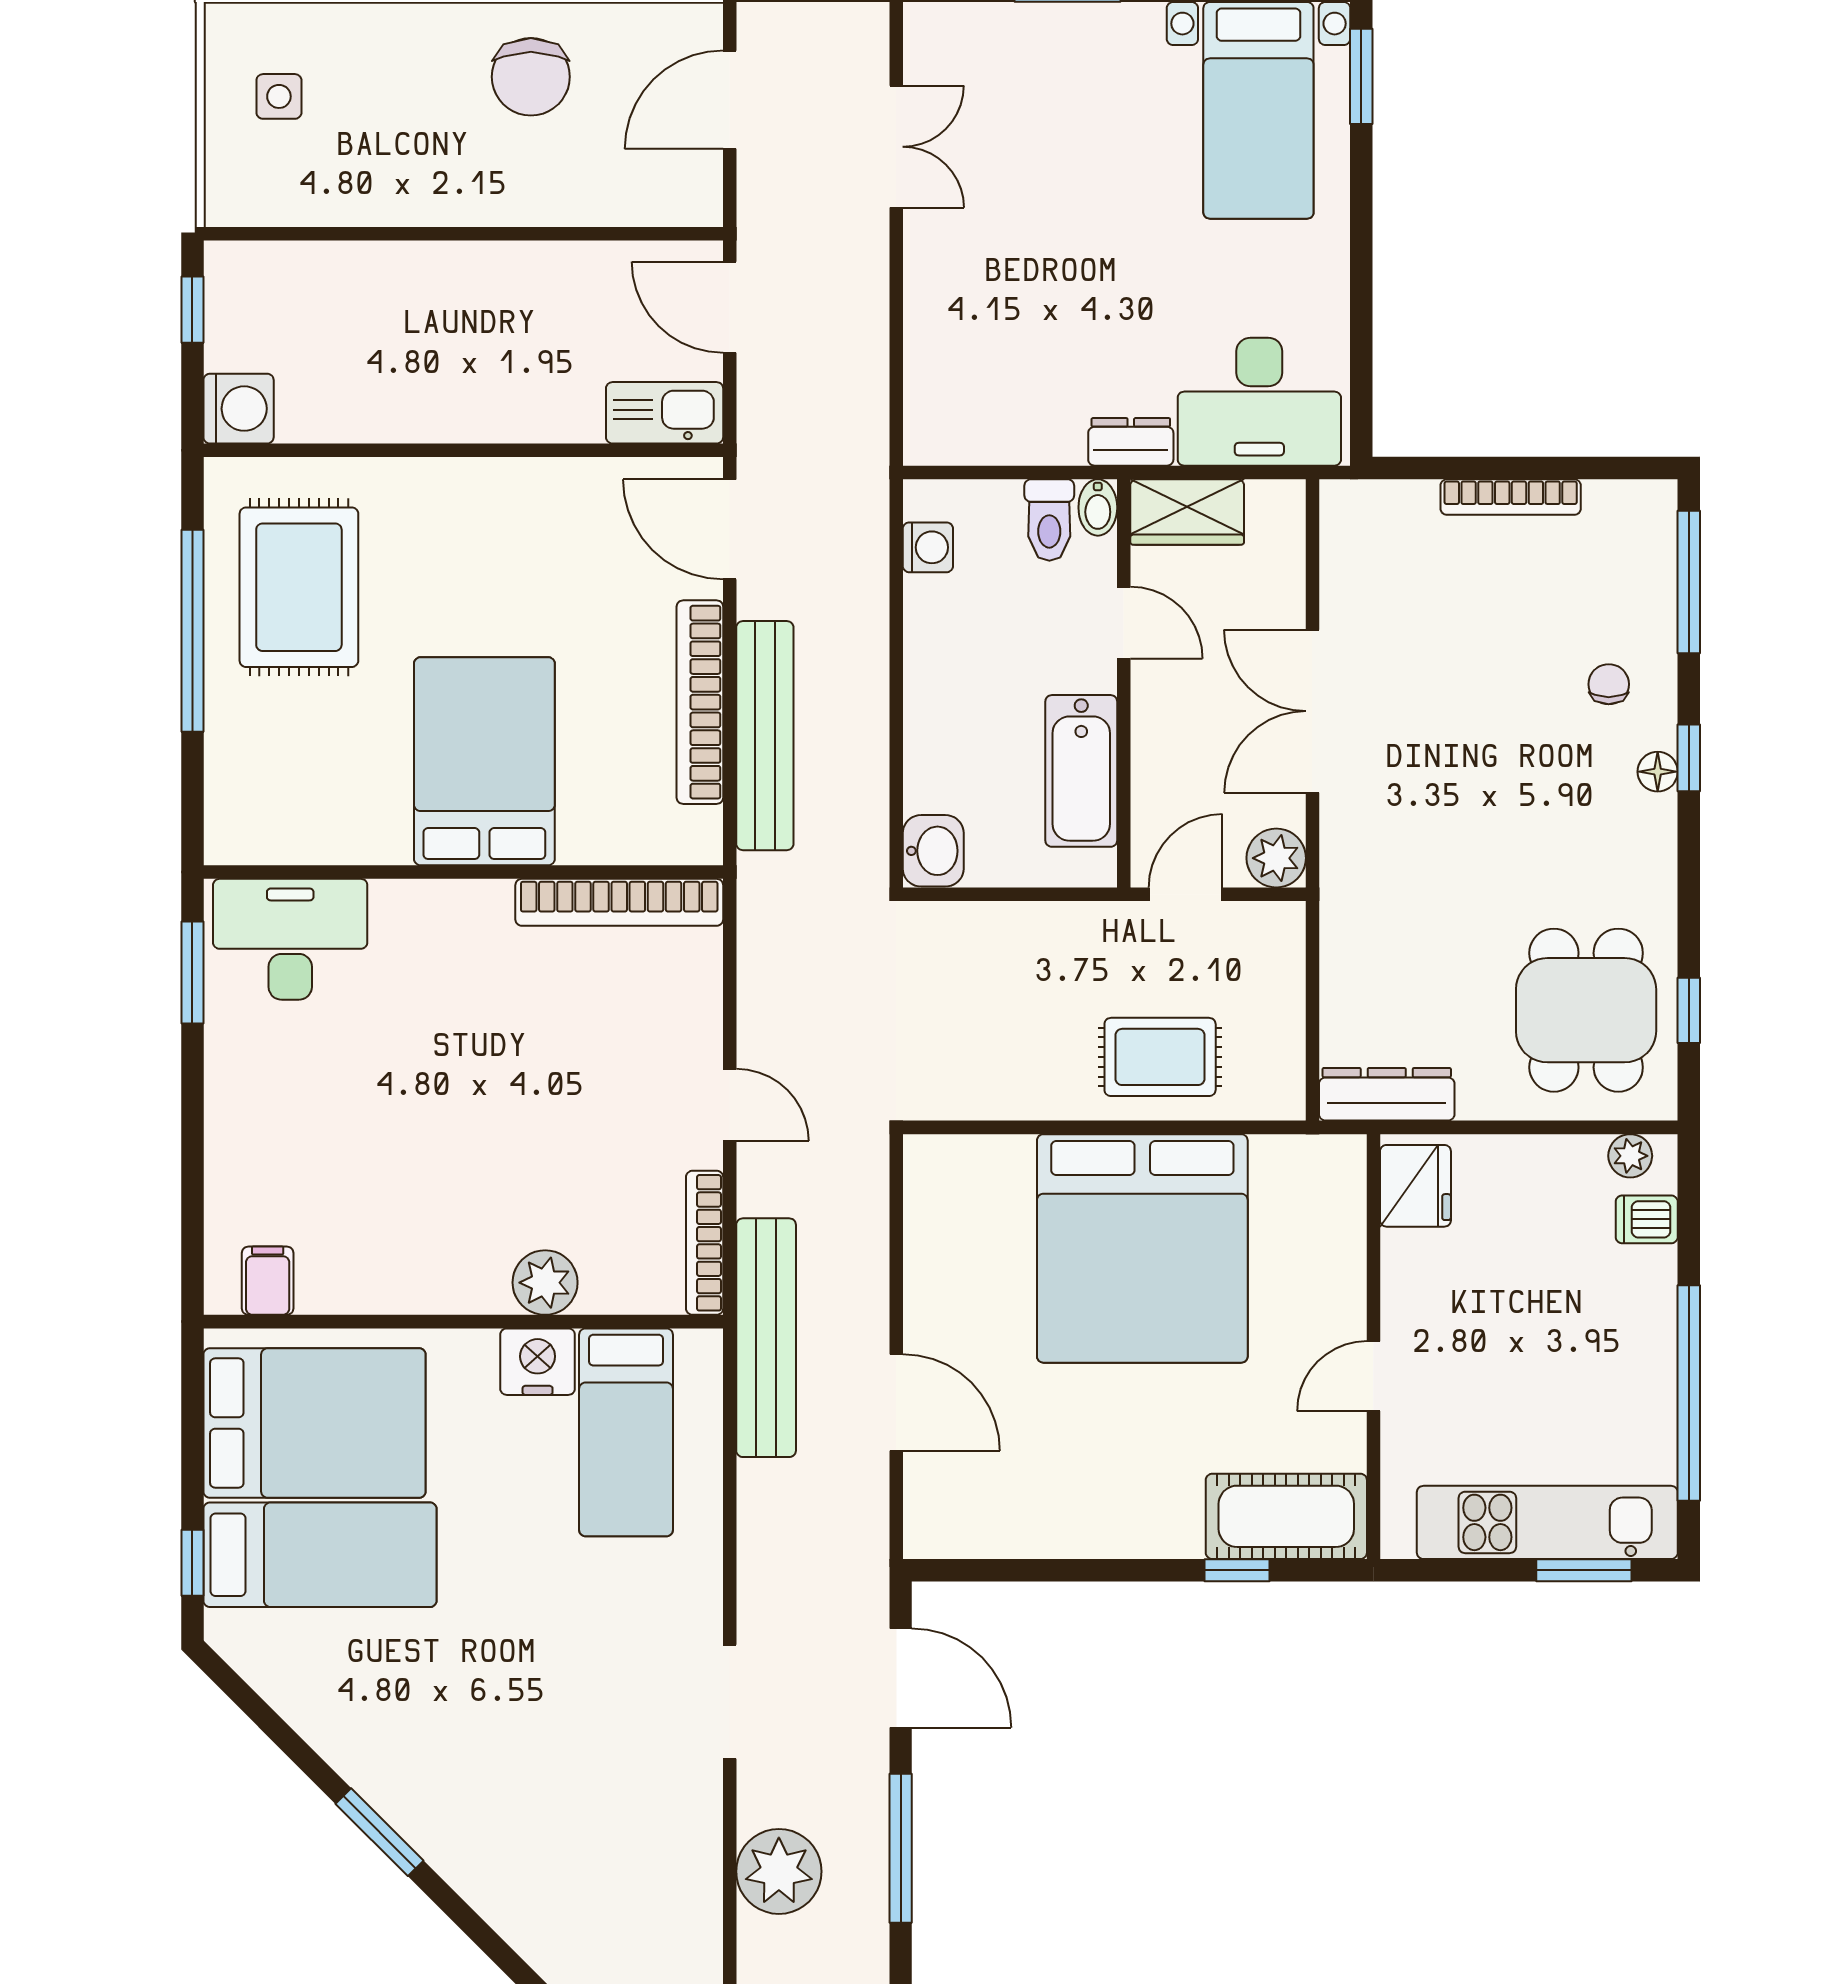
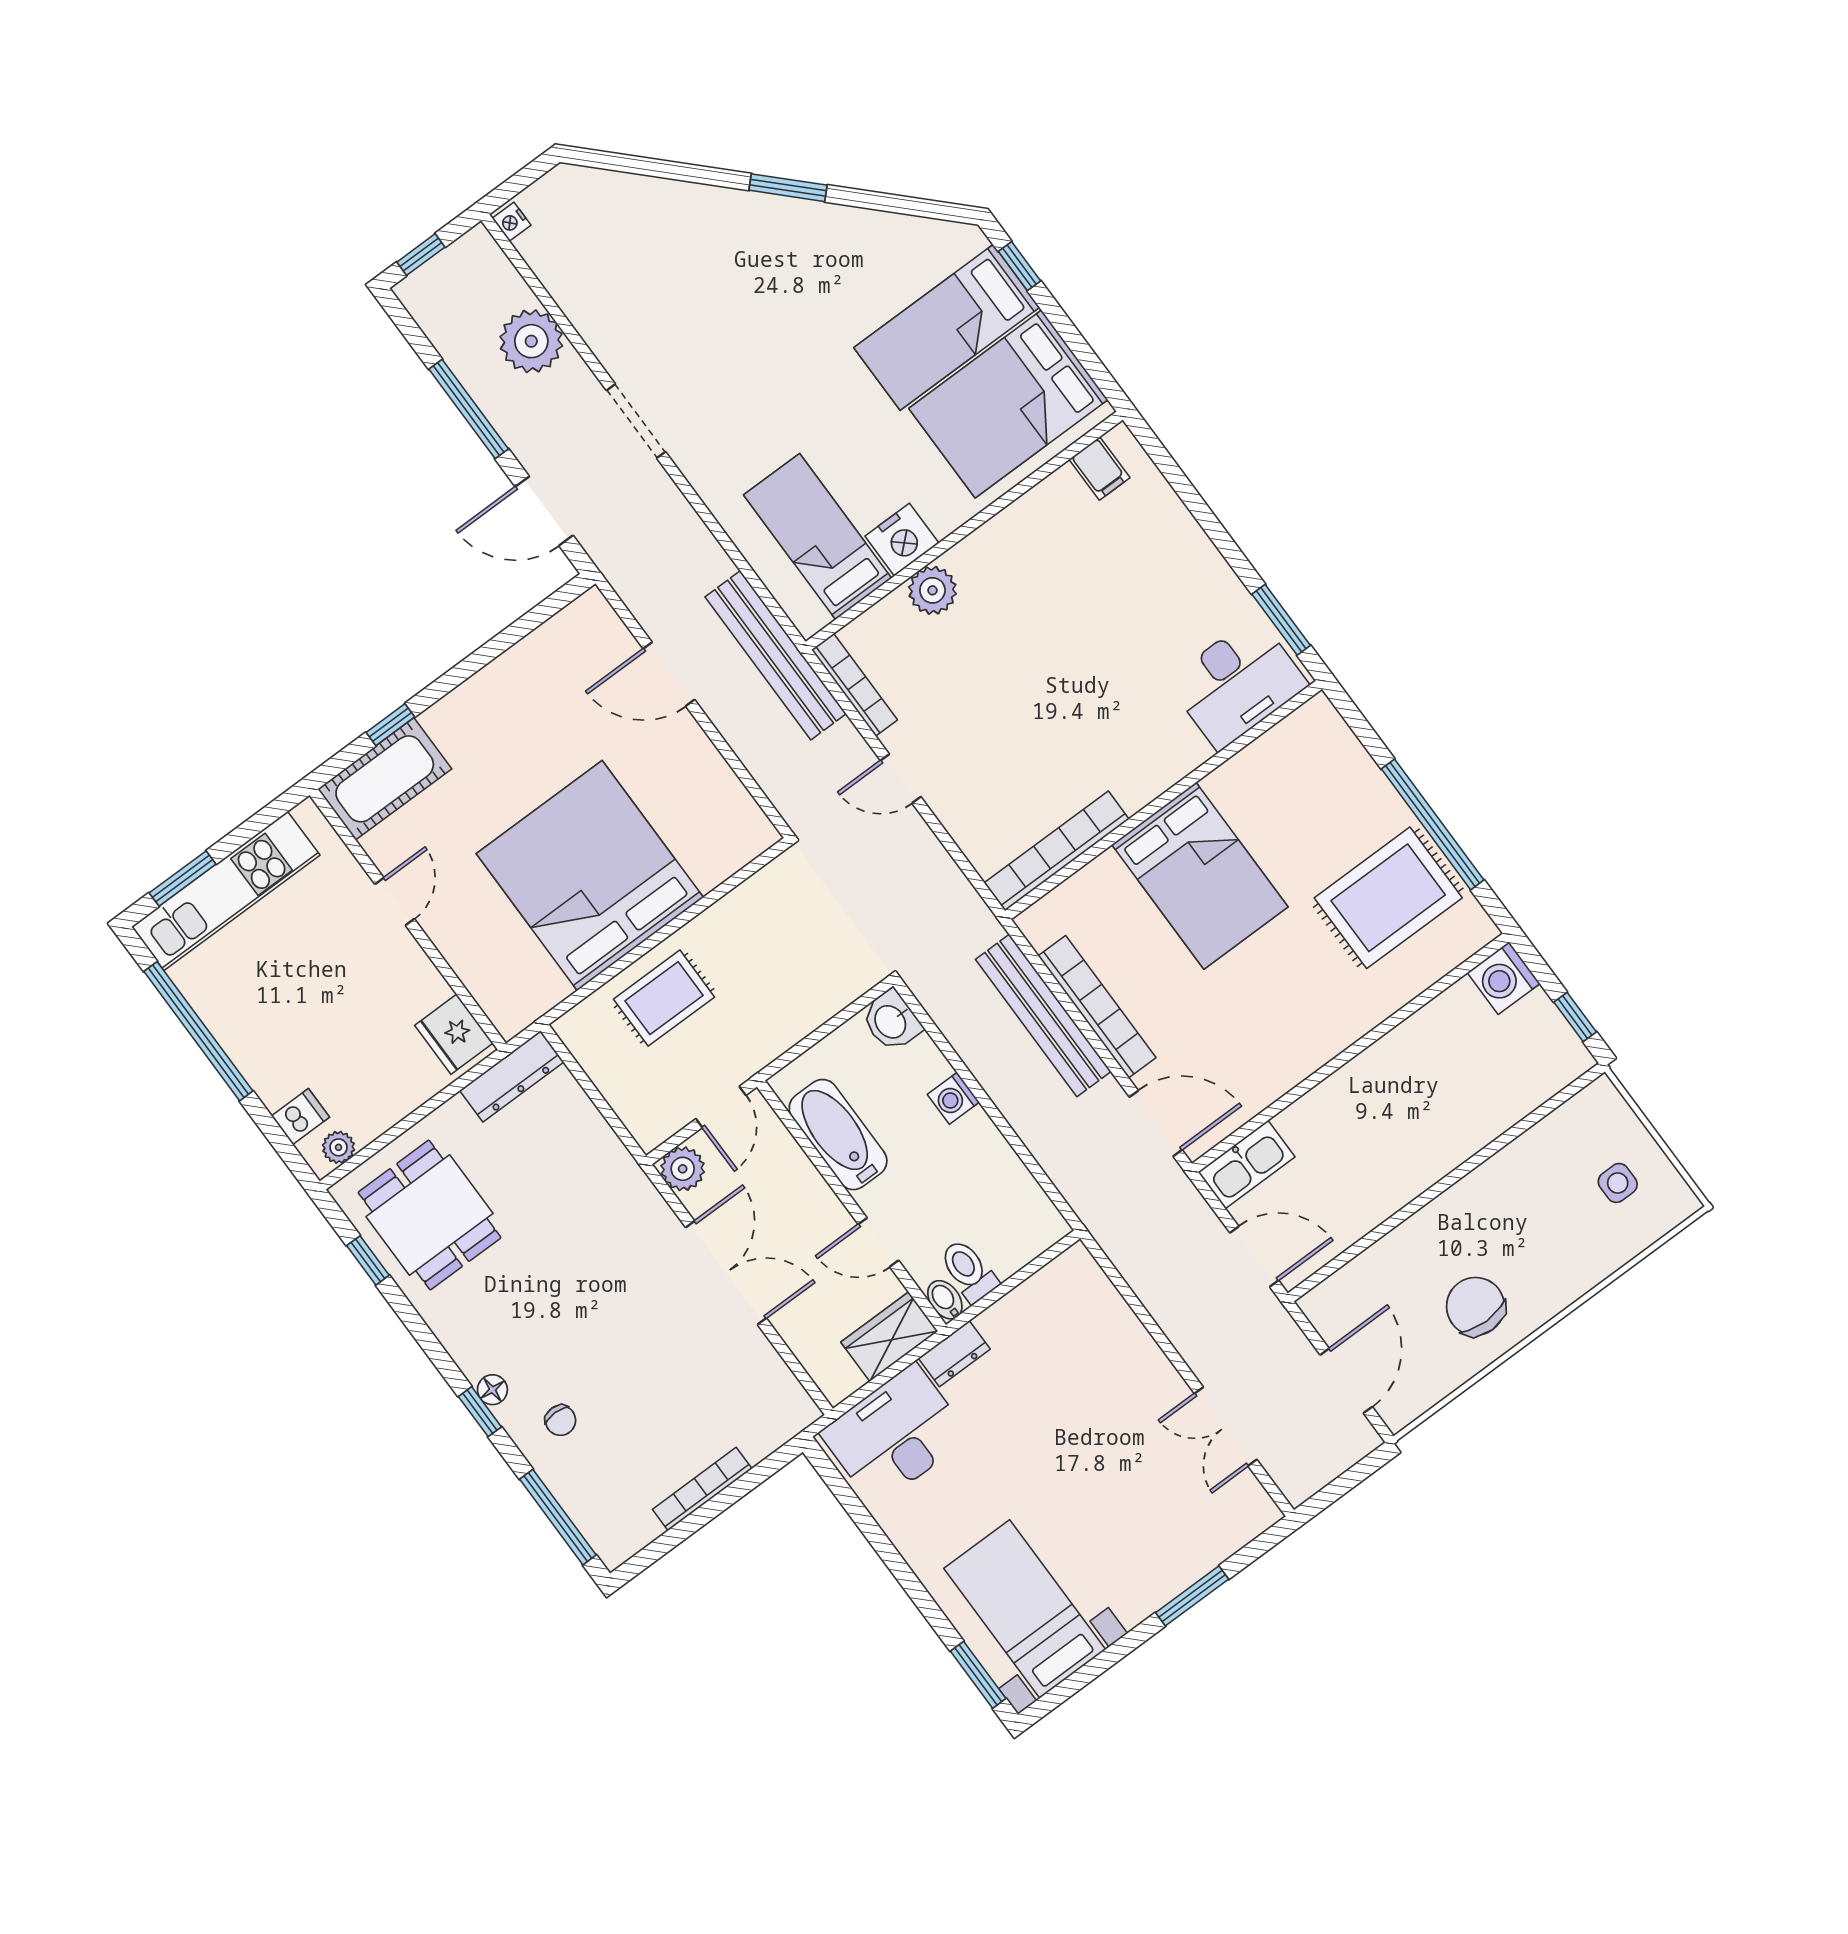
washing machine: (928, 547) -> (953, 1098), moved
rug: (299, 587) -> (1388, 898), turned 90

